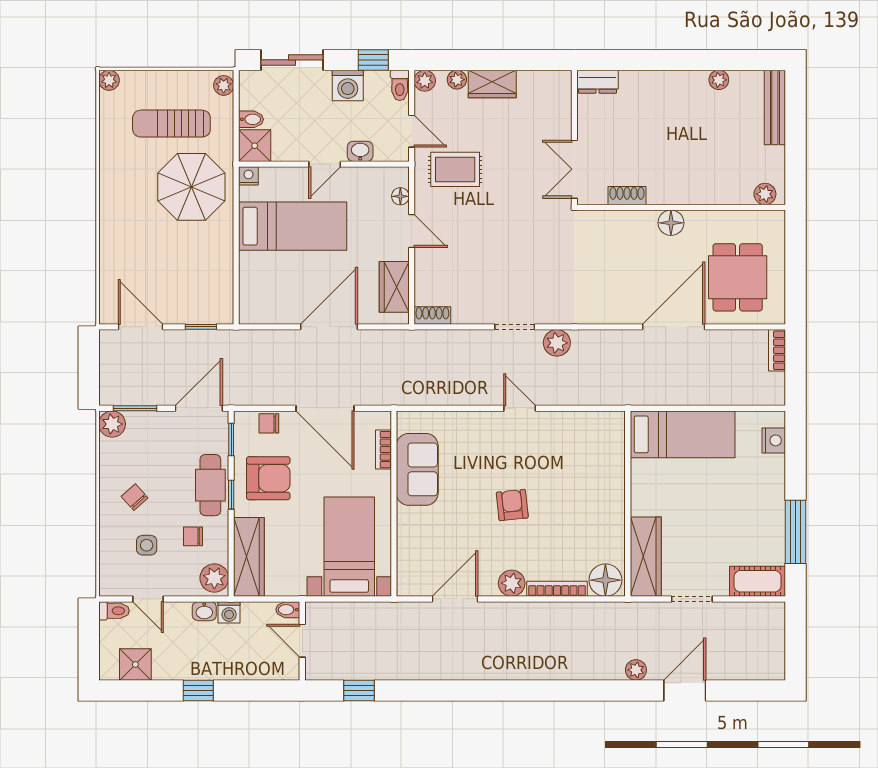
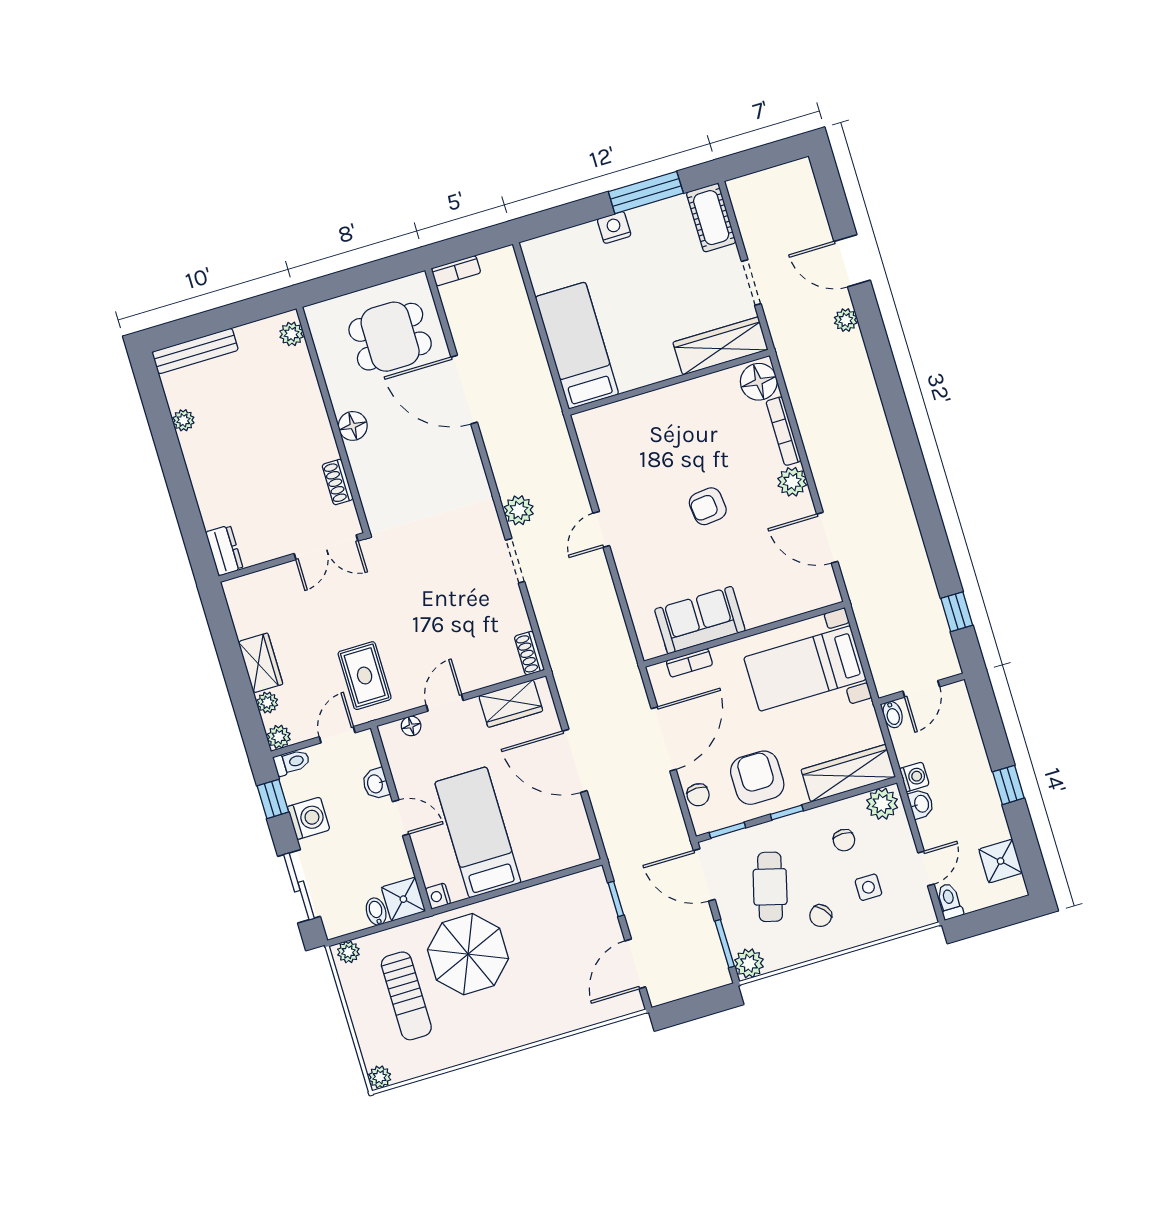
nightstand: (774, 440) -> (614, 227), moved
cafe table: (210, 485) -> (770, 887), moved, turned -75

